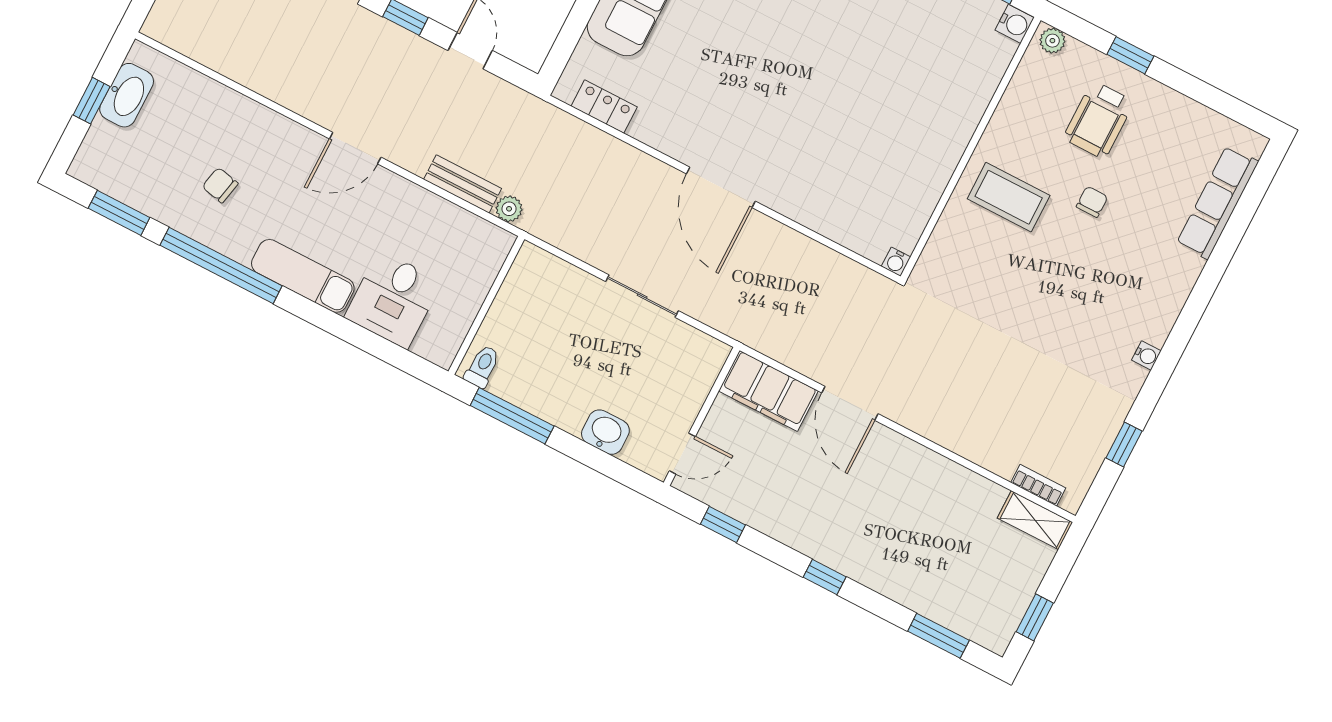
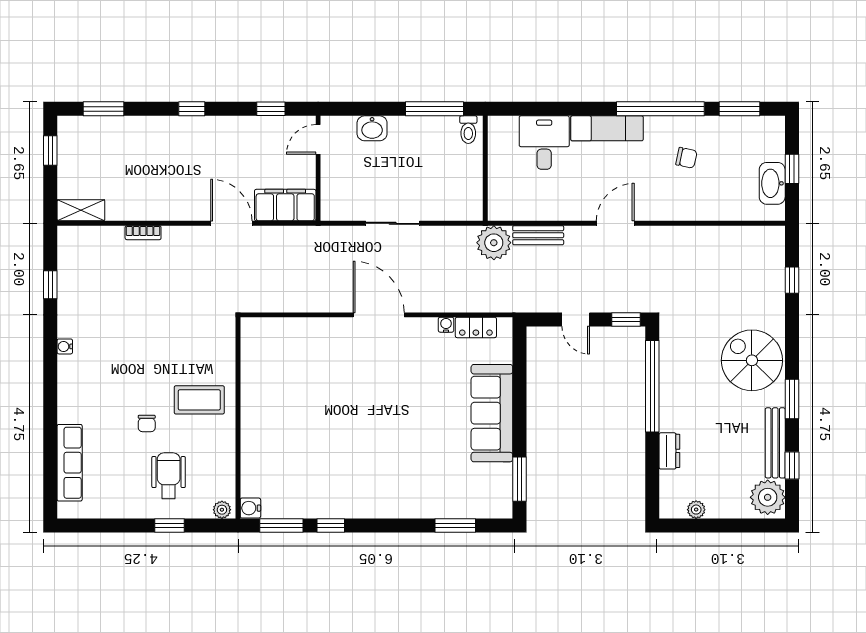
plant: (509, 209) -> (494, 243), width x1.87, depth x1.87
water cooler: (896, 262) -> (446, 325), moved
bookcase: (1038, 485) -> (143, 233), moved

